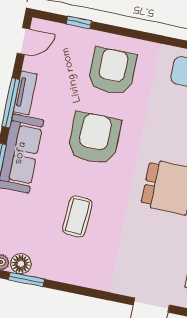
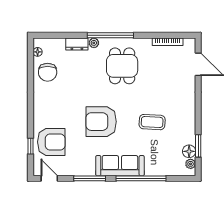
armchair: (112, 71) -> (51, 142), moved, turned 180
tv unit: (25, 93) -> (81, 171), removed

